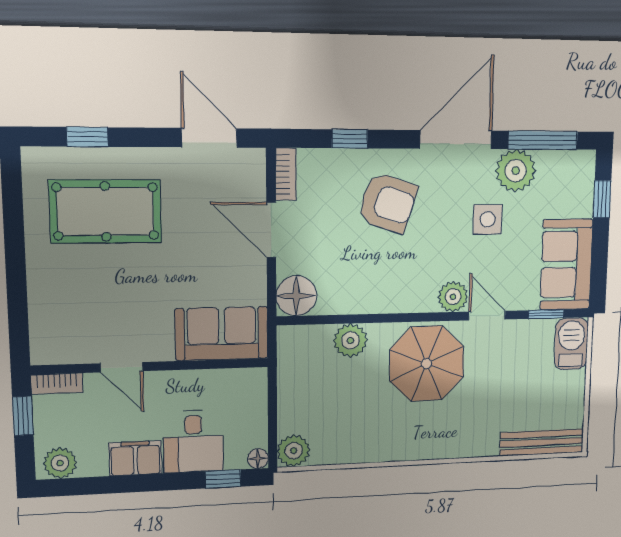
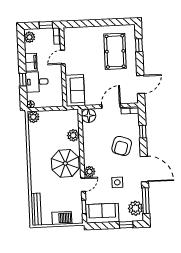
plant: (516, 171) -> (135, 208), moved
barbecue: (571, 344) -> (62, 218), moved
window: (223, 479) -> (23, 80), moved

